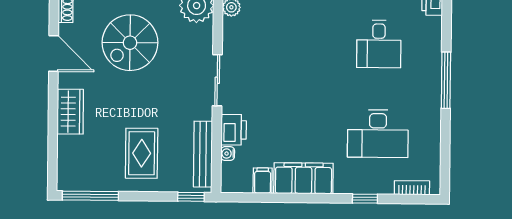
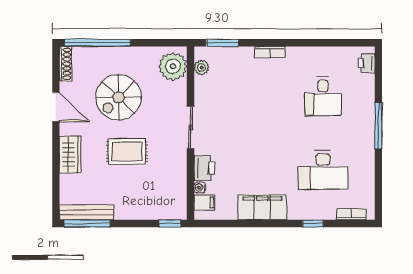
rug: (142, 153) -> (127, 151), moved, turned 90
bench: (203, 154) -> (86, 212), moved, turned 90
filing cabinet: (263, 181) -> (204, 202), moved, turned 90

